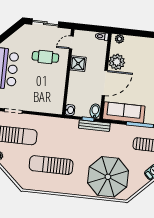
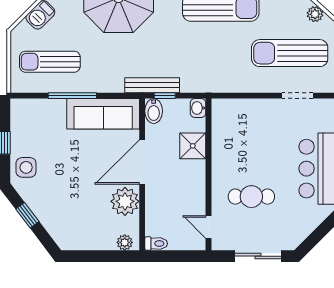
door: (71, 42) -> (209, 227), swing flipped
shower: (78, 64) -> (193, 146), moved

